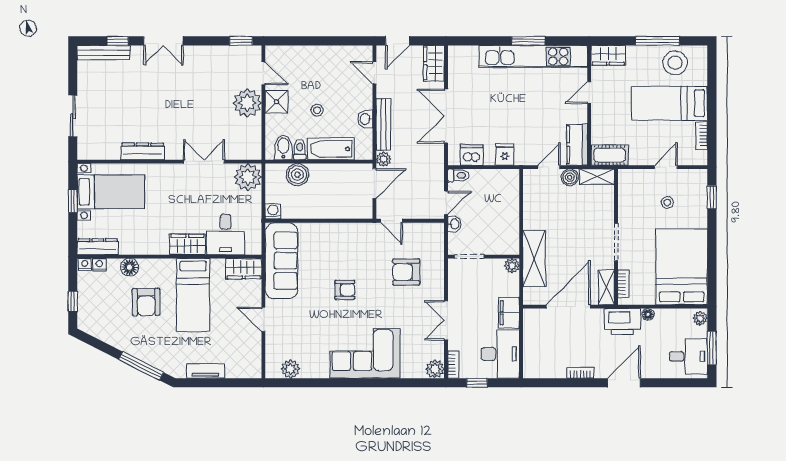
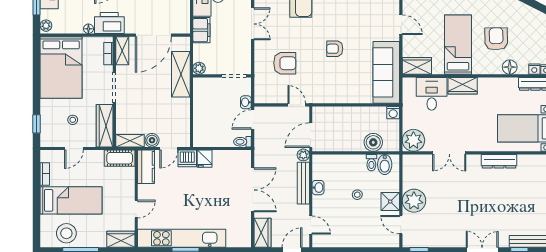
bathtub: (331, 149) -> (346, 163), removed
dishwasher: (472, 155) -> (187, 158), moved
wardrobe: (628, 195) -> (105, 126), added

